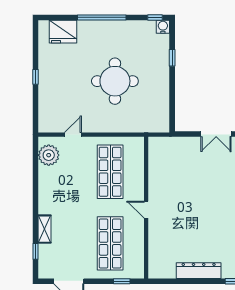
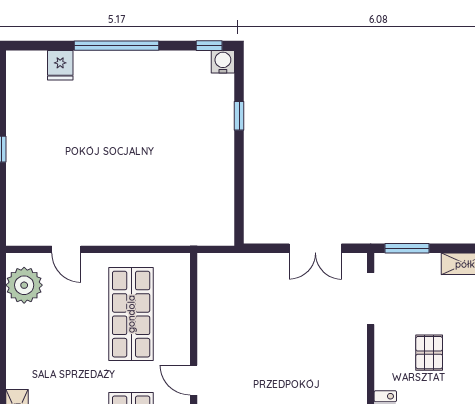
fridge: (63, 32) -> (60, 65), width x0.53, depth x0.75
round table: (115, 81) -> (139, 156), removed
door: (73, 135) -> (66, 249), swing flipped

